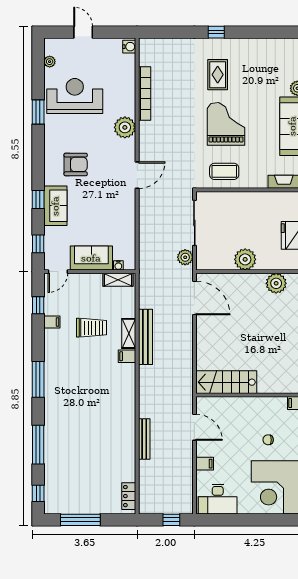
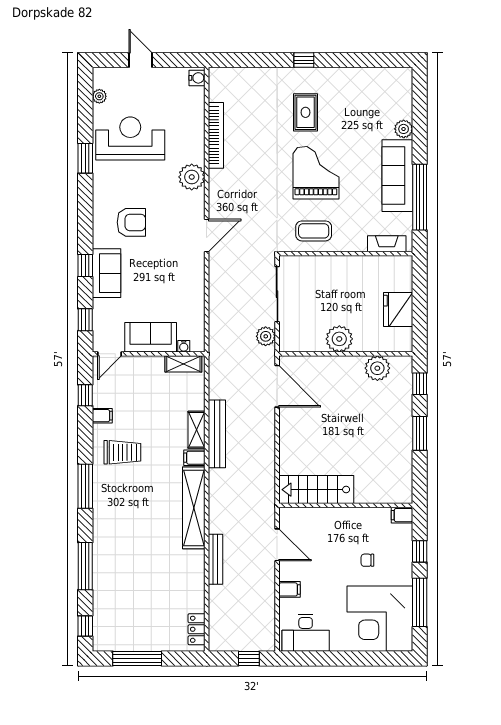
trolley: (92, 328) -> (122, 452), moved
shelving: (127, 397) -> (194, 508), added

